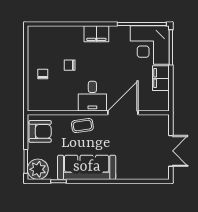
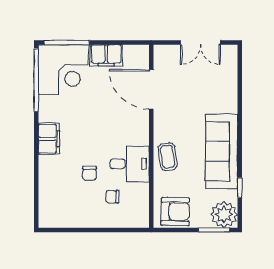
chair: (43, 74) -> (112, 197), moved
desk: (92, 96) -> (130, 164), moved
door: (123, 113) -> (151, 89), moved
armchair: (40, 131) -> (175, 212), turned 91
double door: (171, 151) -> (200, 42), swing flipped

